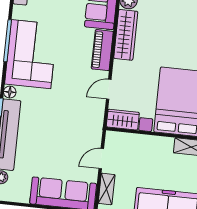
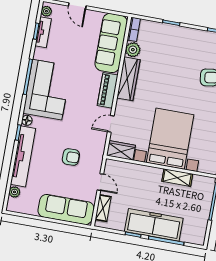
armchair: (65, 132) -> (71, 157), added
door: (101, 159) -> (100, 182), swing flipped

